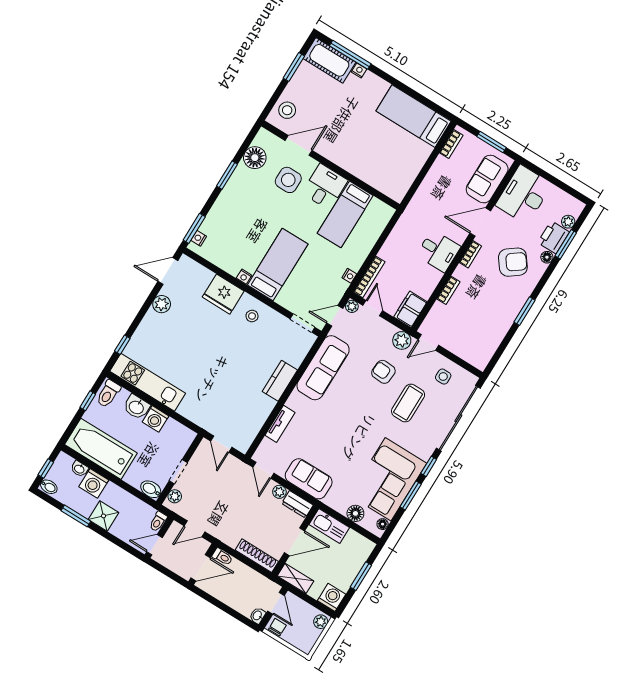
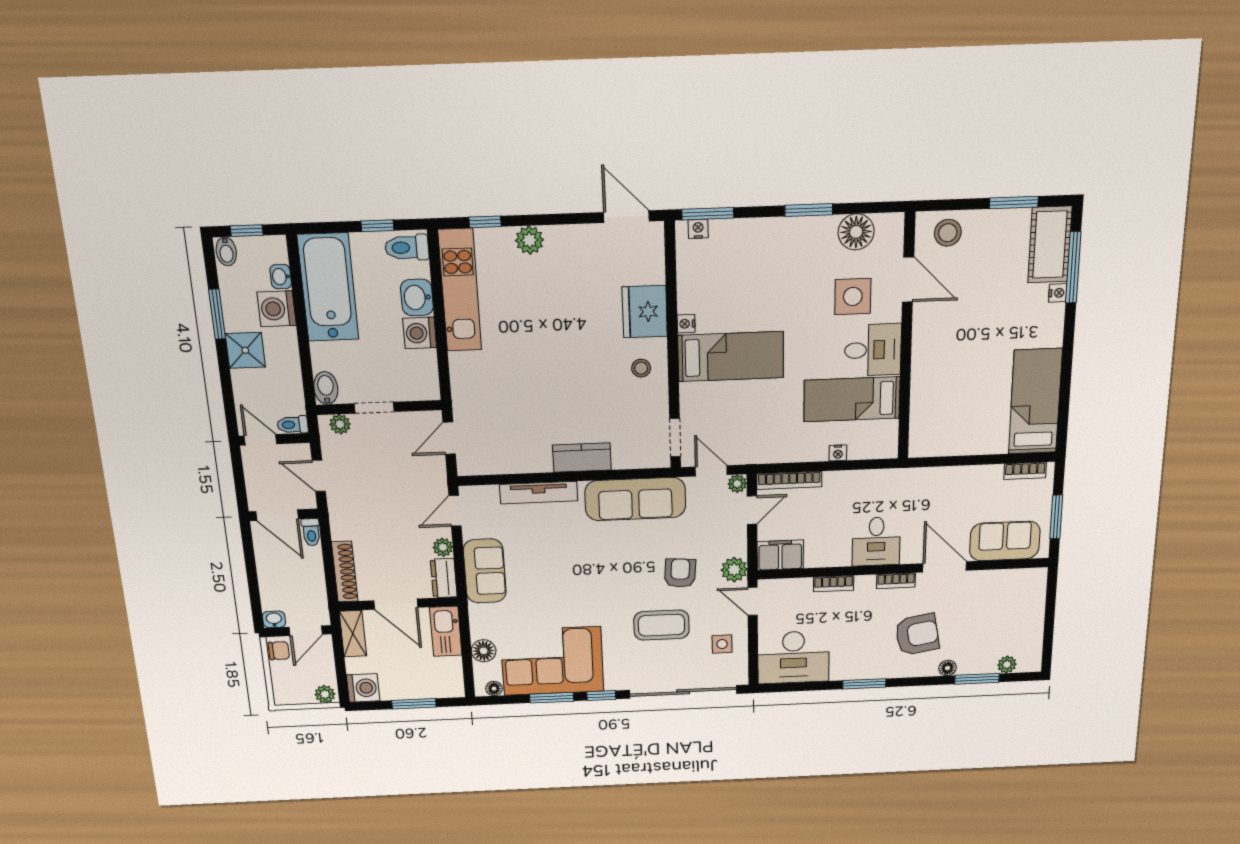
desk: (524, 195) -> (793, 657), moved, turned 180
printer: (553, 237) -> (977, 660), removed
armchair: (513, 262) -> (917, 634), turned -63
nightstand: (349, 276) -> (838, 453), moved
plant: (162, 304) -> (529, 240), moved
tv unit: (280, 424) -> (539, 493), width x1.41

